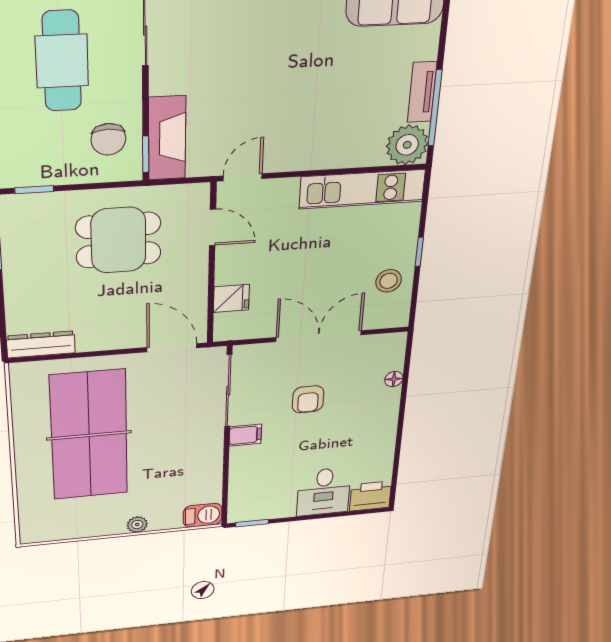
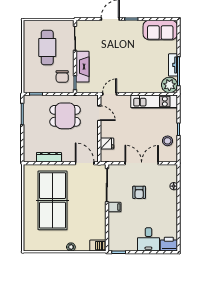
fireplace: (167, 138) -> (82, 67), moved
dresser: (41, 344) -> (49, 157), moved

